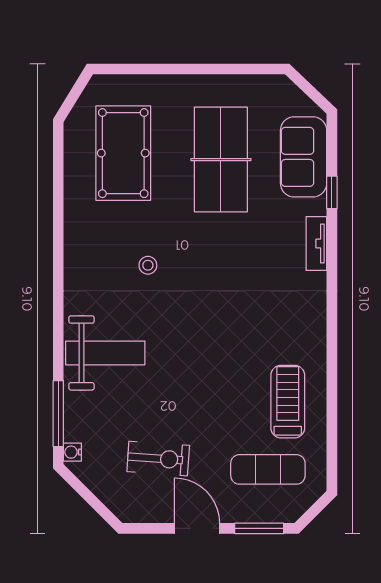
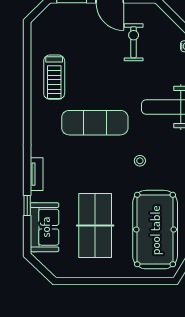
pool table: (123, 153) -> (155, 230), width x1.36, depth x1.32
exercise bike: (158, 459) -> (134, 42), turned 86
exercise mat: (268, 469) -> (95, 123), moved, width x1.36, depth x1.45

